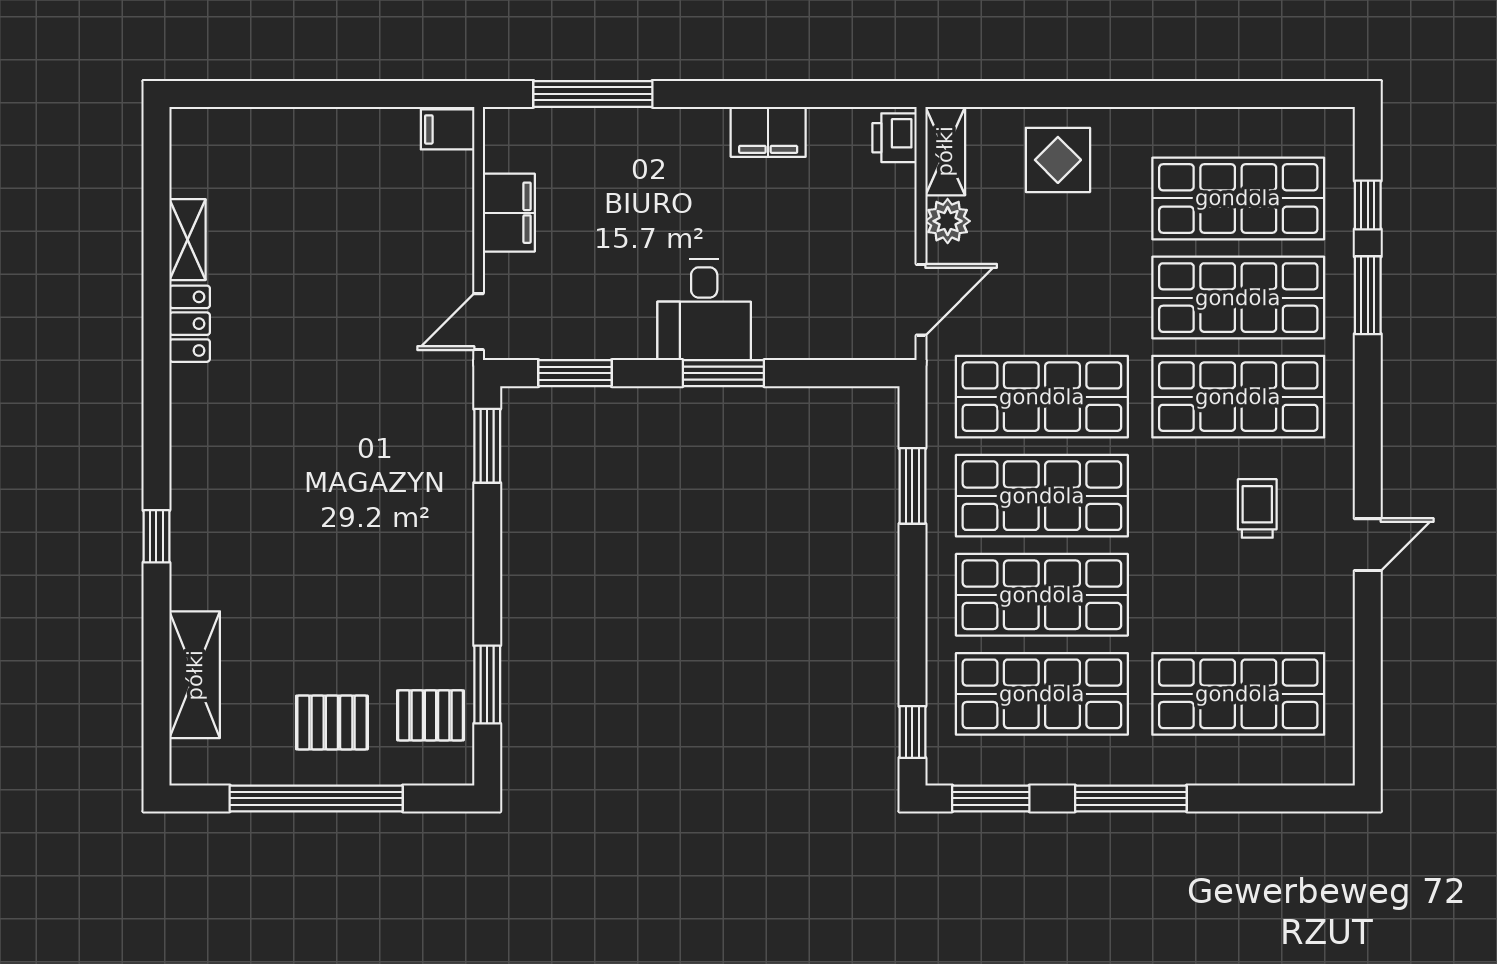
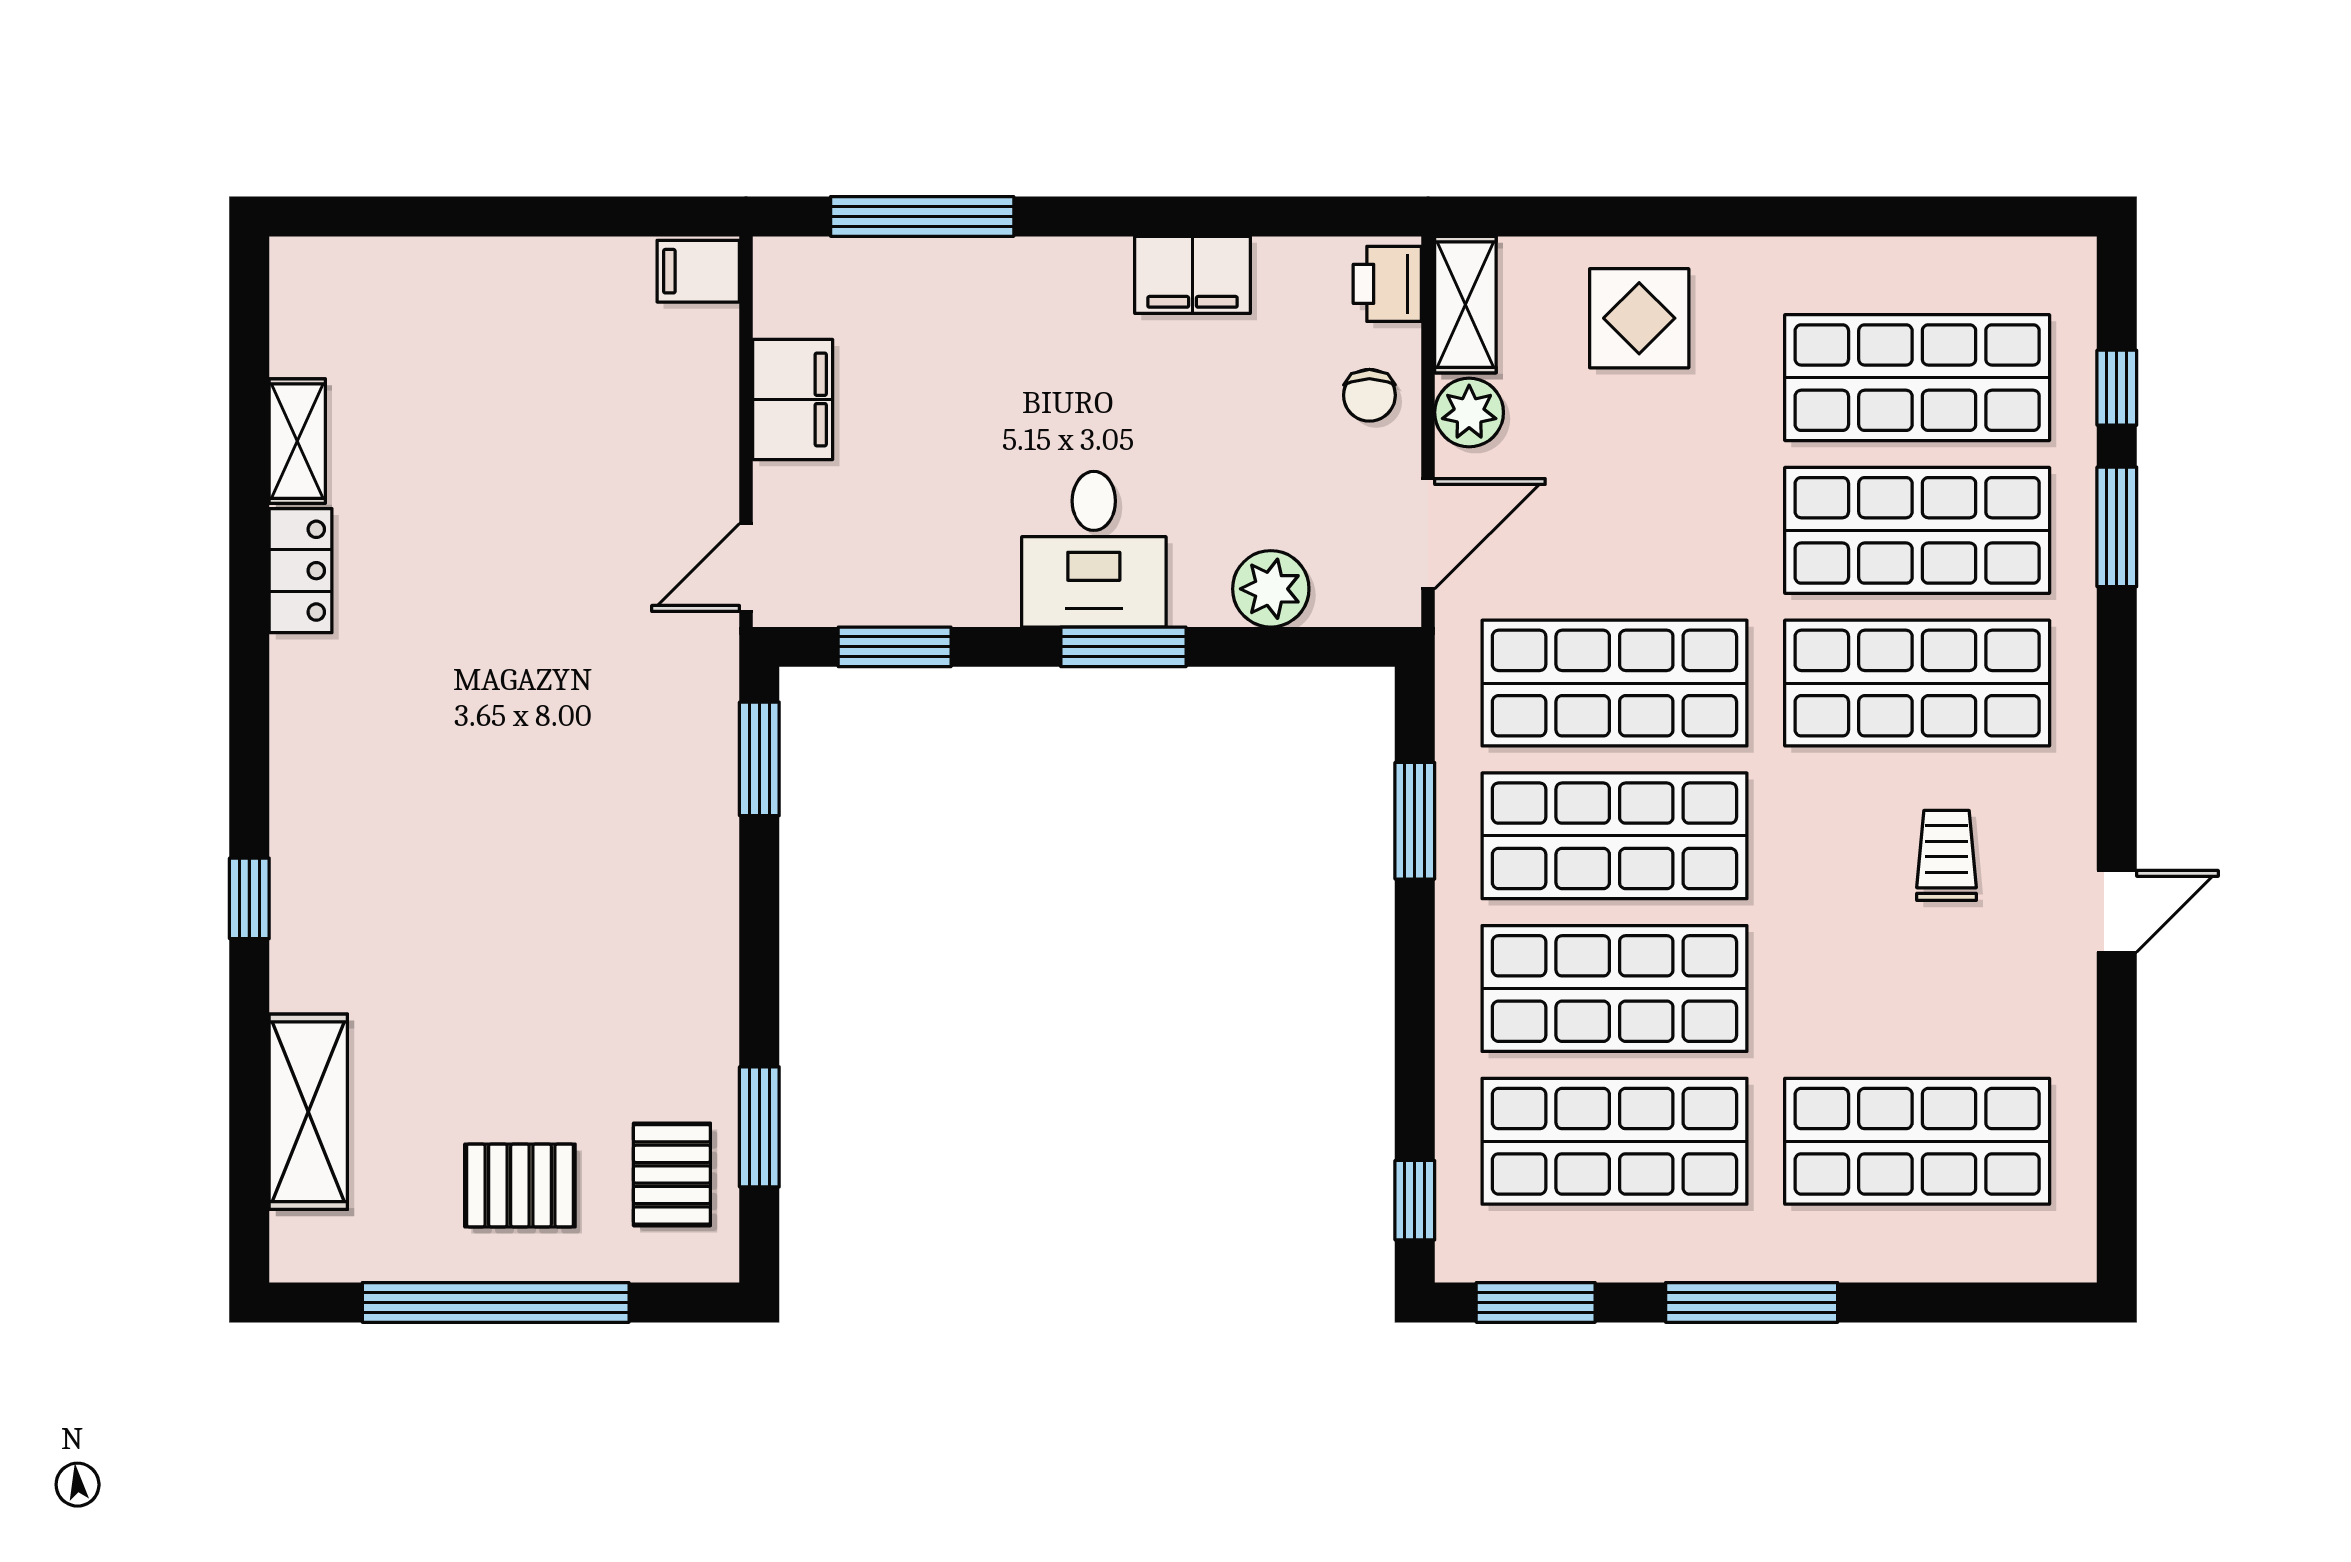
chair: (883, 210) -> (1369, 395), added
plant: (819, 335) -> (1271, 589), added
pallet: (431, 715) -> (672, 1174), turned 90

